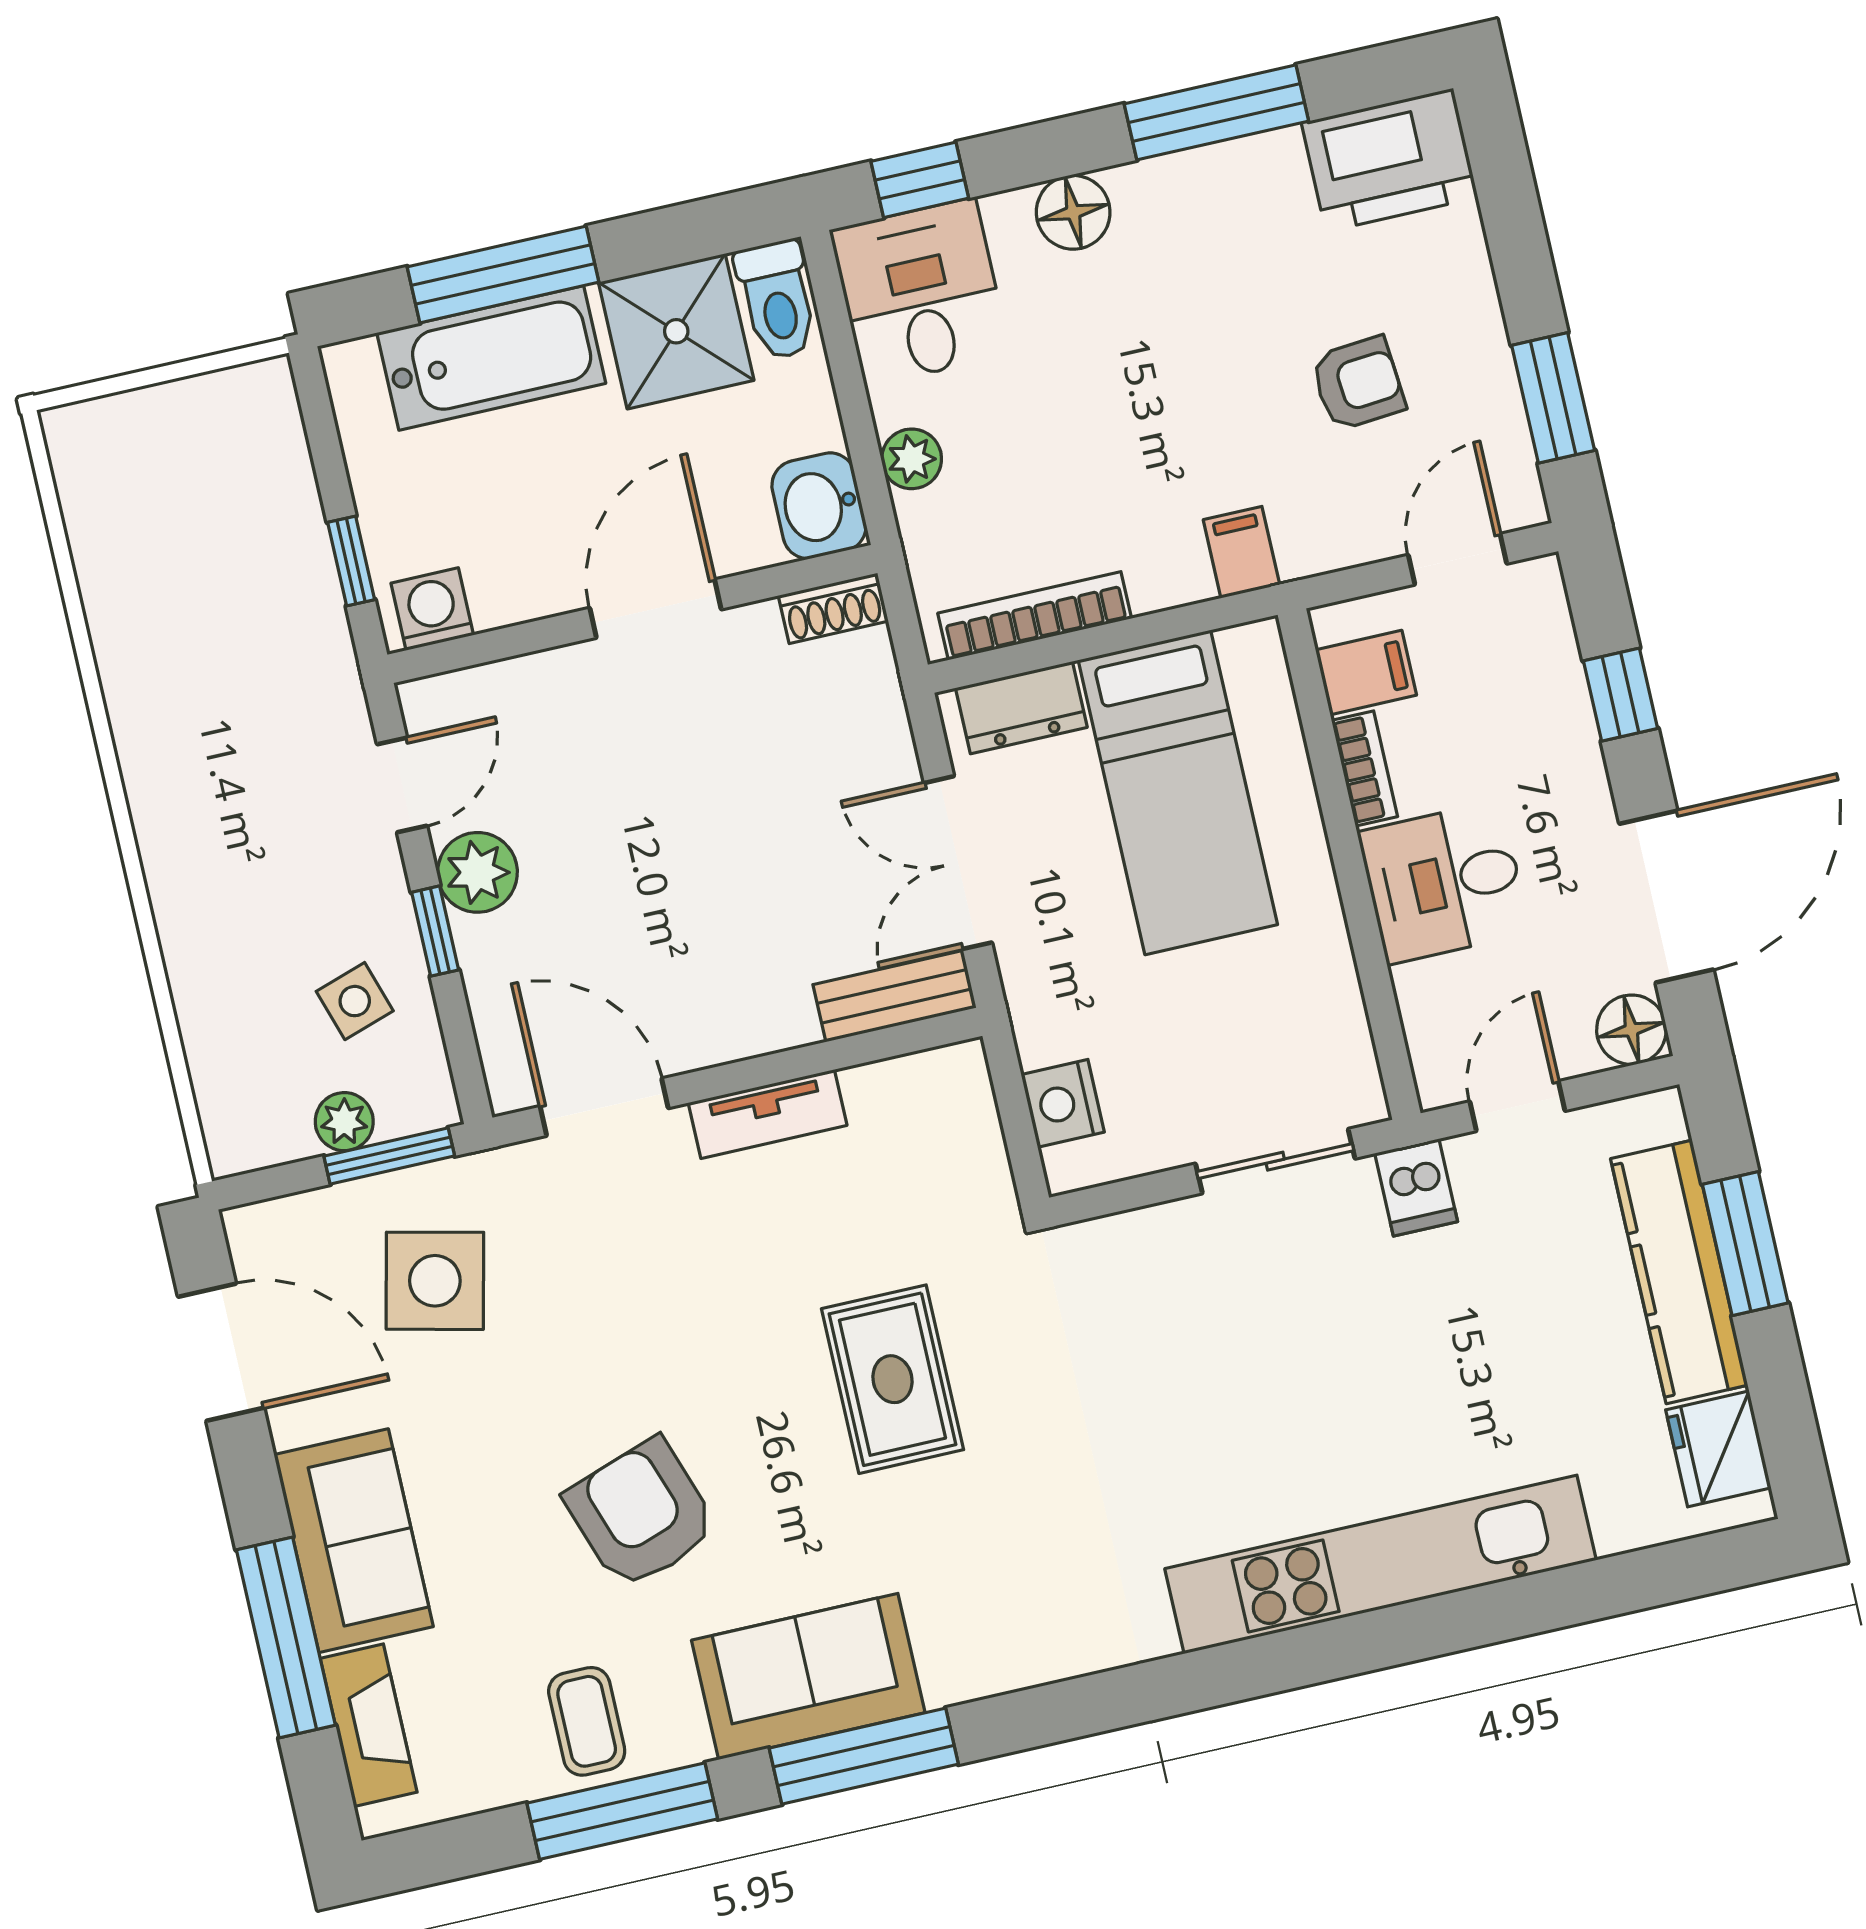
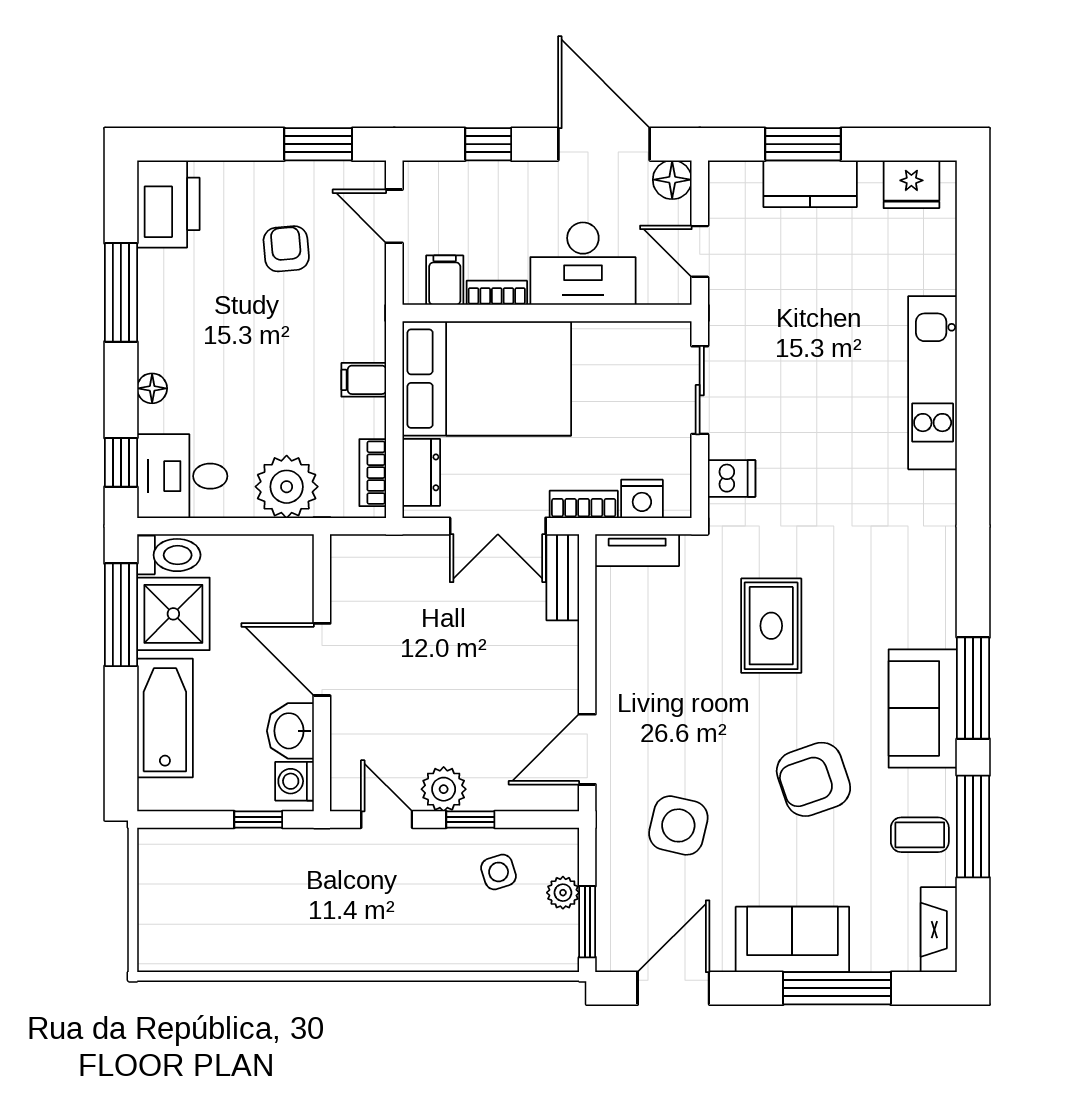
floor lamp: (1073, 212) -> (152, 388), width x0.73, depth x0.73
window: (503, 275) -> (121, 615), moved
plant: (912, 459) -> (287, 487), width x1.87, depth x1.87
washbasin: (819, 506) -> (290, 731), moved, turned 90
filing cabinet: (1241, 552) -> (364, 380), moved
shoe rack: (833, 608) -> (344, 563), removed
bookcase: (1035, 616) -> (373, 473), width x0.64
bed: (1178, 792) -> (487, 379), width x1.50
desk: (1444, 882) -> (583, 264), width x1.37
bookcase: (1030, 1004) -> (584, 504), added
tv unit: (768, 1114) -> (637, 550), moved, turned 90
window: (389, 1156) -> (587, 922), moved
dishwasher: (1416, 1187) -> (732, 478), moved
kitchen counter: (1679, 1272) -> (810, 184), width x0.67
side table: (435, 1281) -> (678, 825), moved
rug: (892, 1379) -> (771, 626), turned 90
kitchen unit: (1381, 1564) -> (933, 383), width x0.73
fireplace: (369, 1725) -> (939, 930), moved, turned -90

